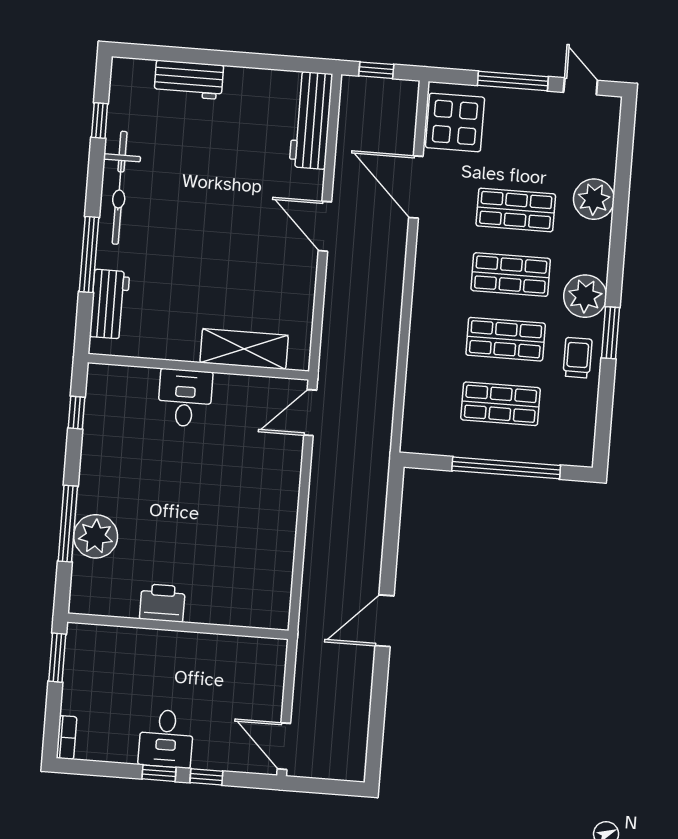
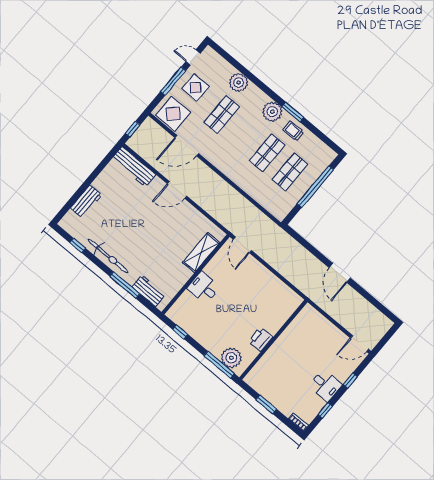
display table: (530, 129) -> (195, 88), added
shop shelf: (511, 275) -> (244, 134), removed
printer: (162, 603) -> (260, 339), moved
wall: (178, 626) -> (273, 340), moved
window: (159, 773) -> (325, 410), moved

